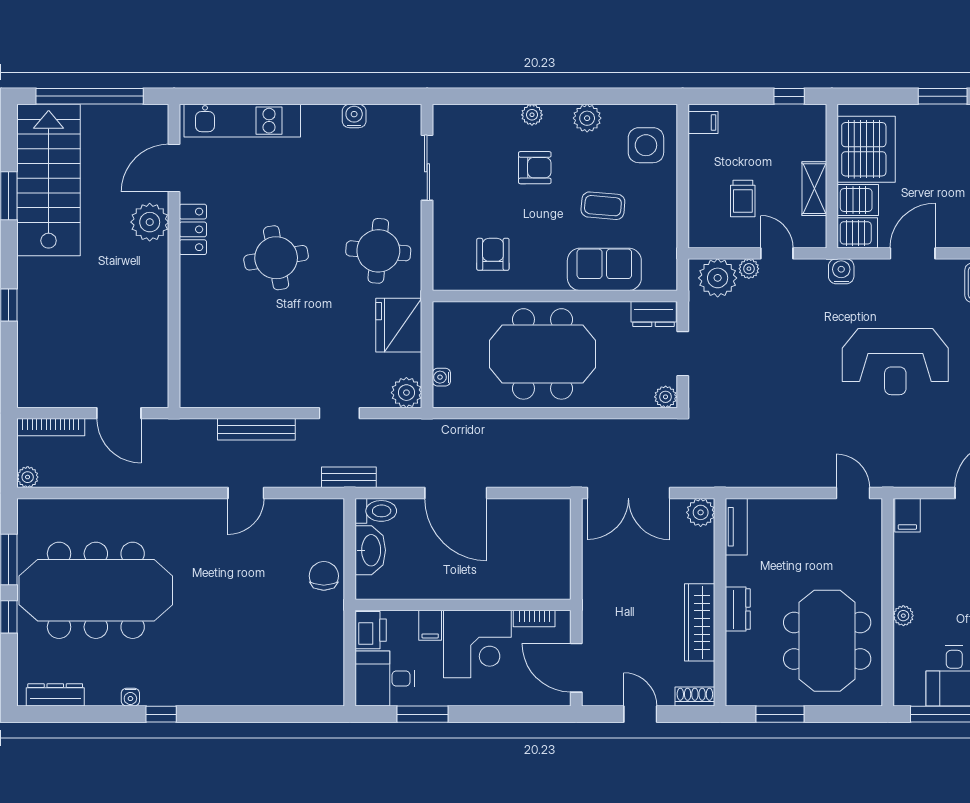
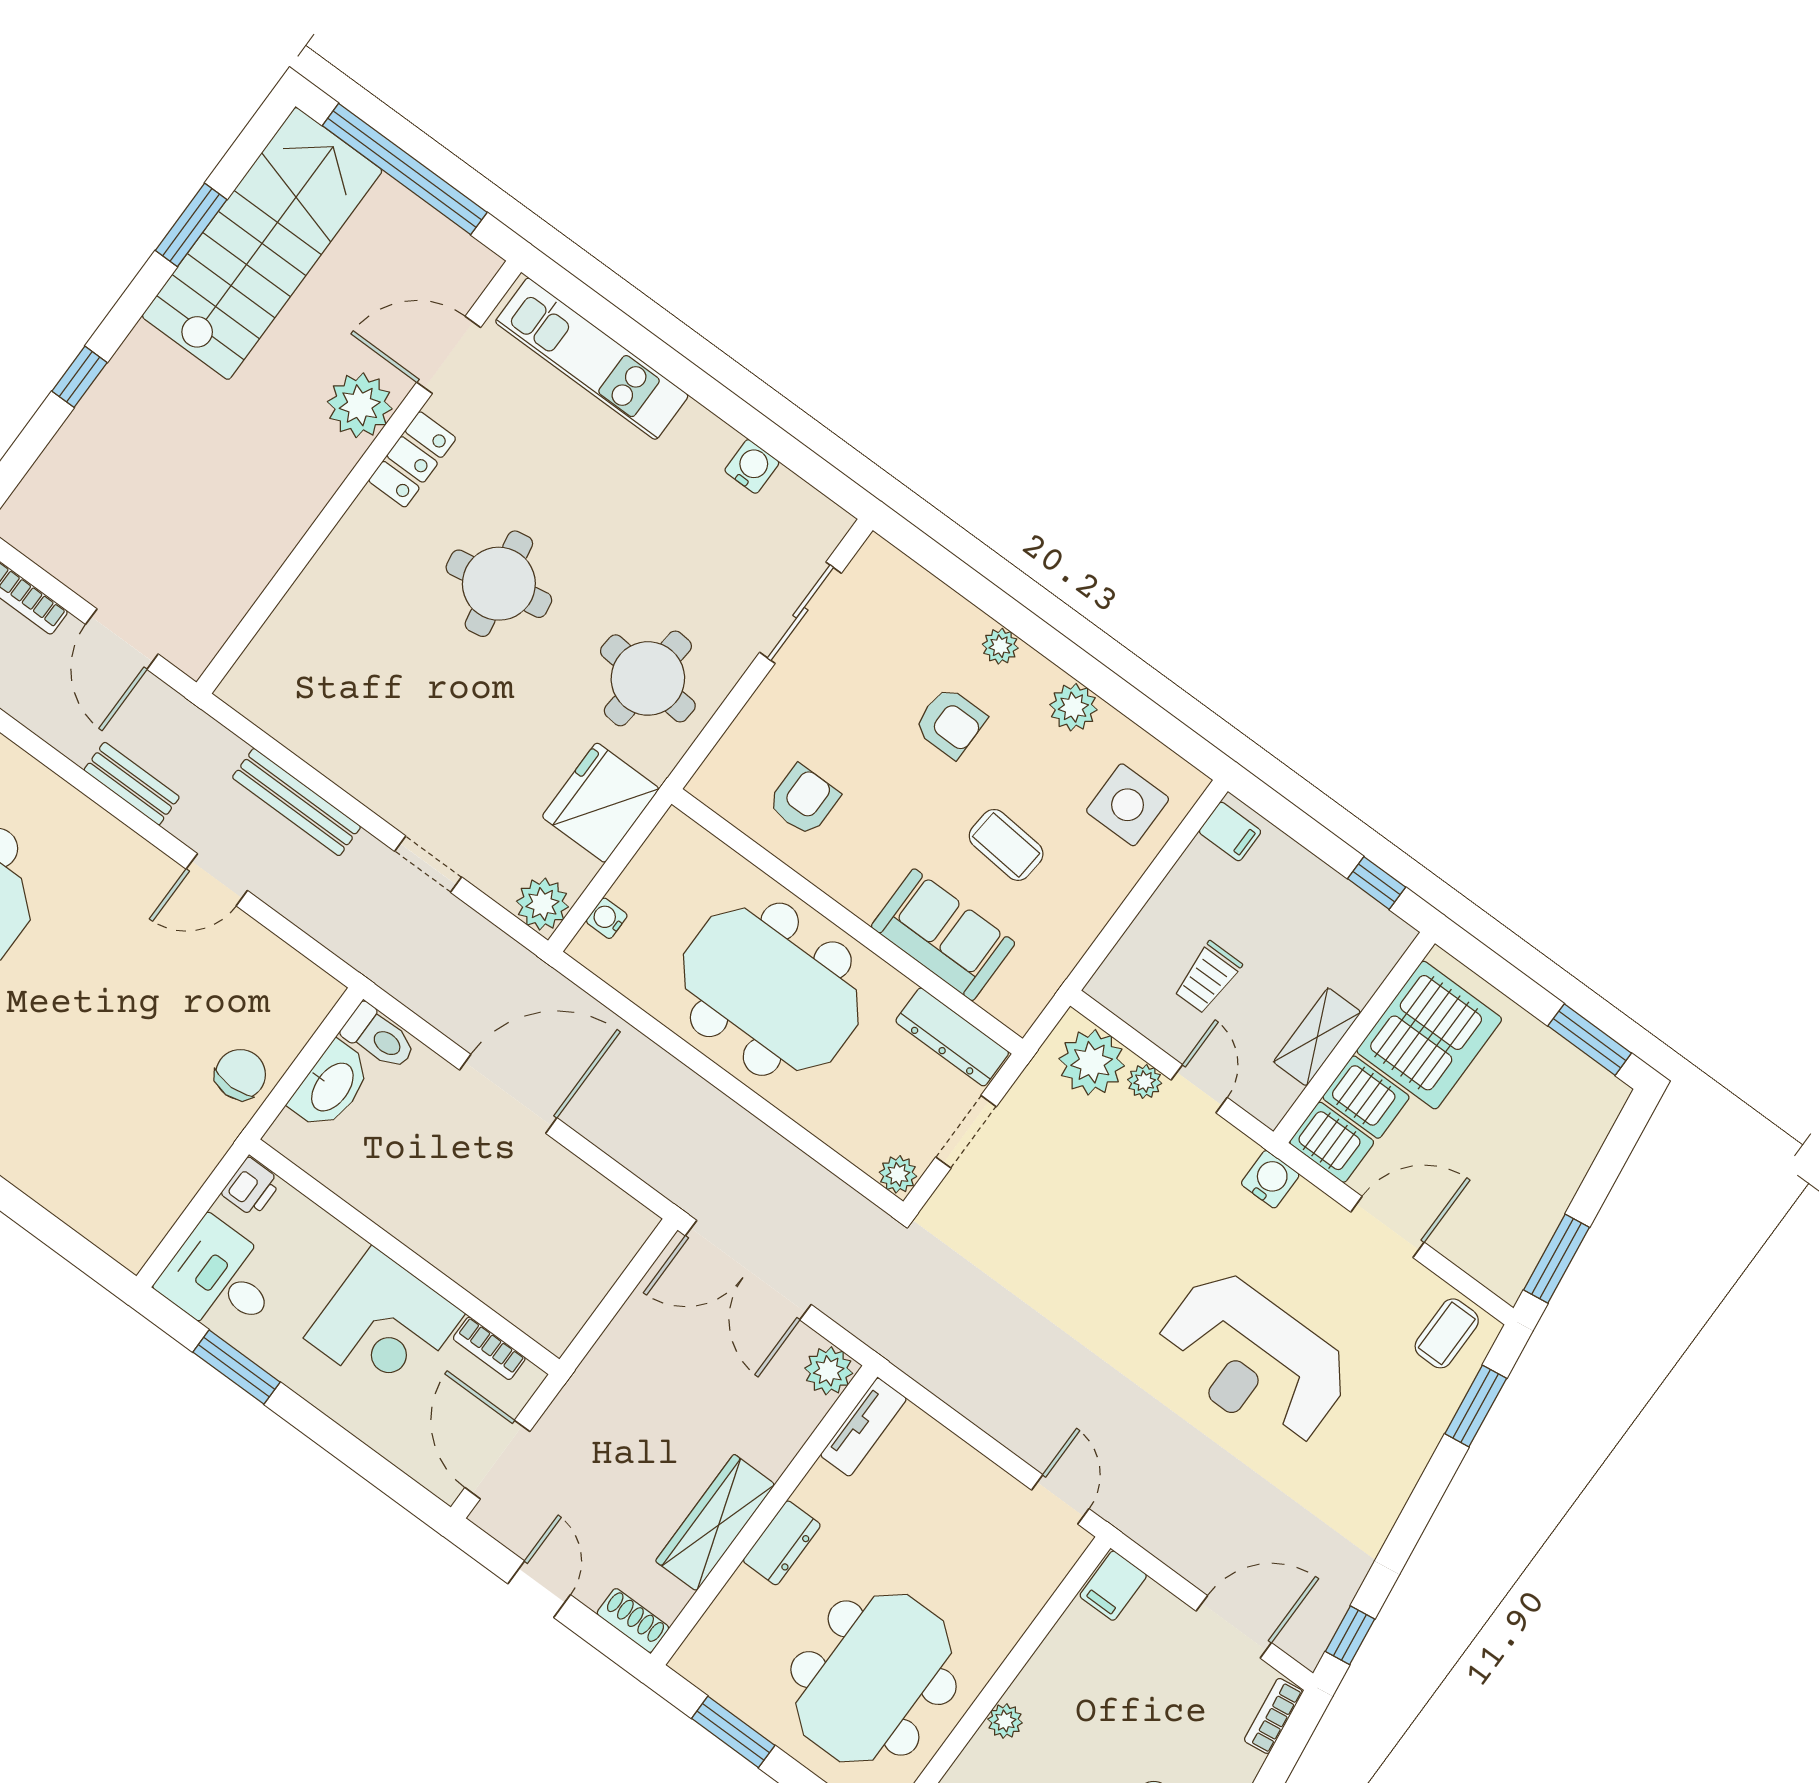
dresser: (654, 314) -> (952, 1037), width x1.44
bench: (349, 477) -> (132, 784), moved
door: (456, 493) -> (508, 1094), swing flipped
filing cabinet: (430, 625) -> (338, 1252), removed
printer: (371, 630) -> (251, 1187), width x0.73, depth x0.81

